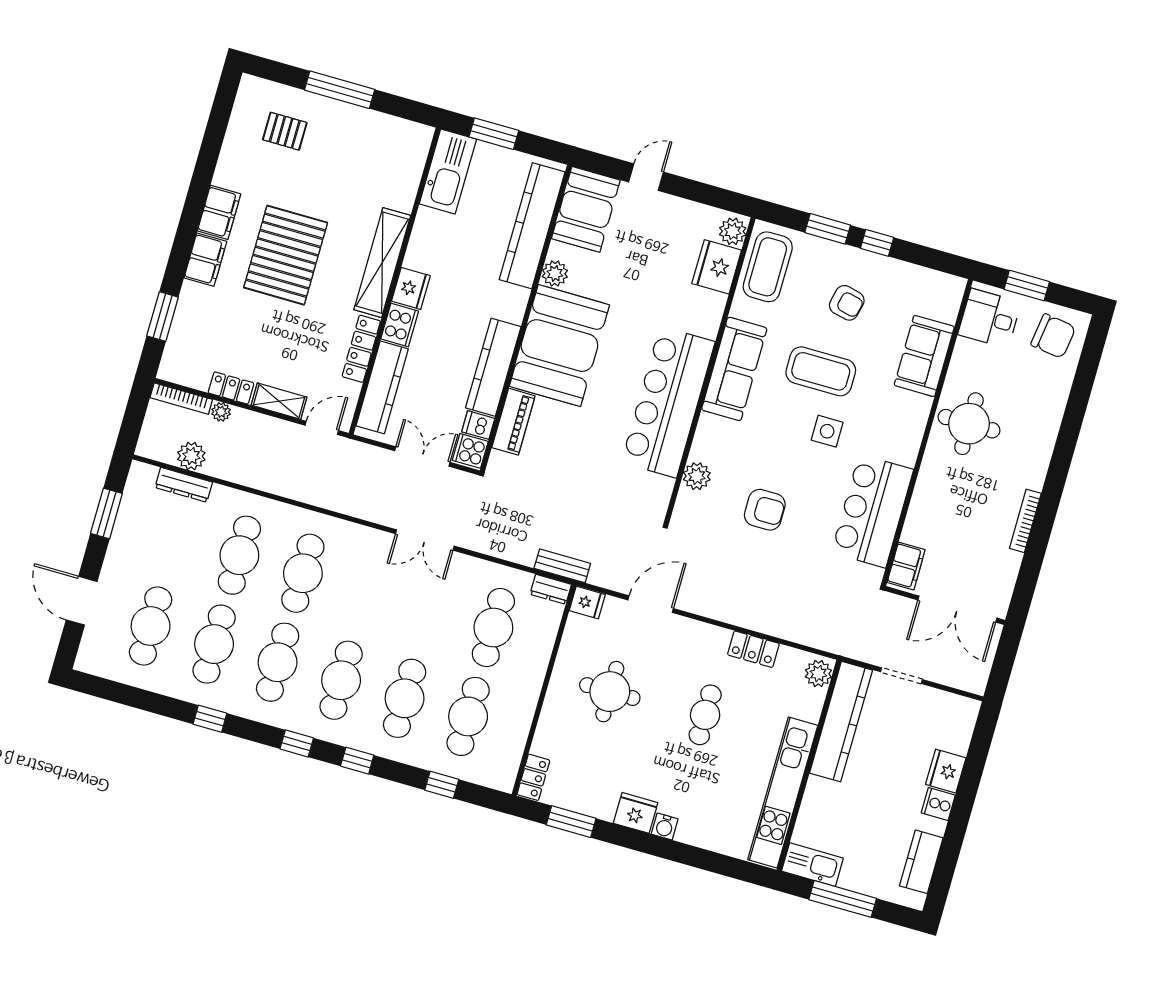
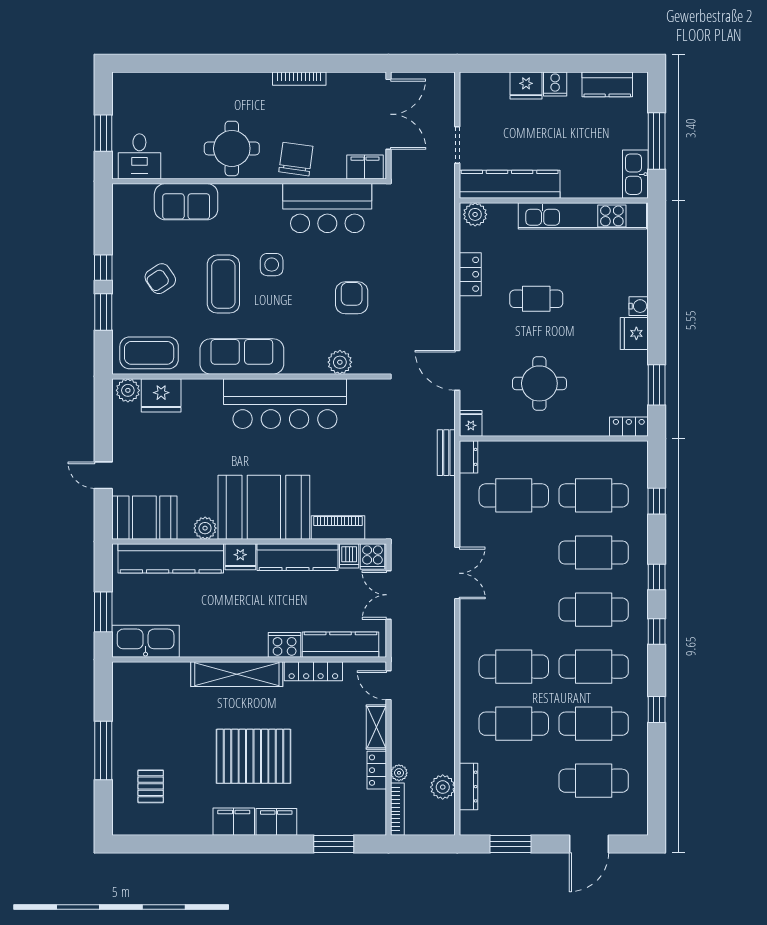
fridge: (411, 288) -> (240, 557), moved, turned 180
armchair: (847, 303) -> (160, 279), turned -137
chair: (1053, 336) -> (296, 159), moved

